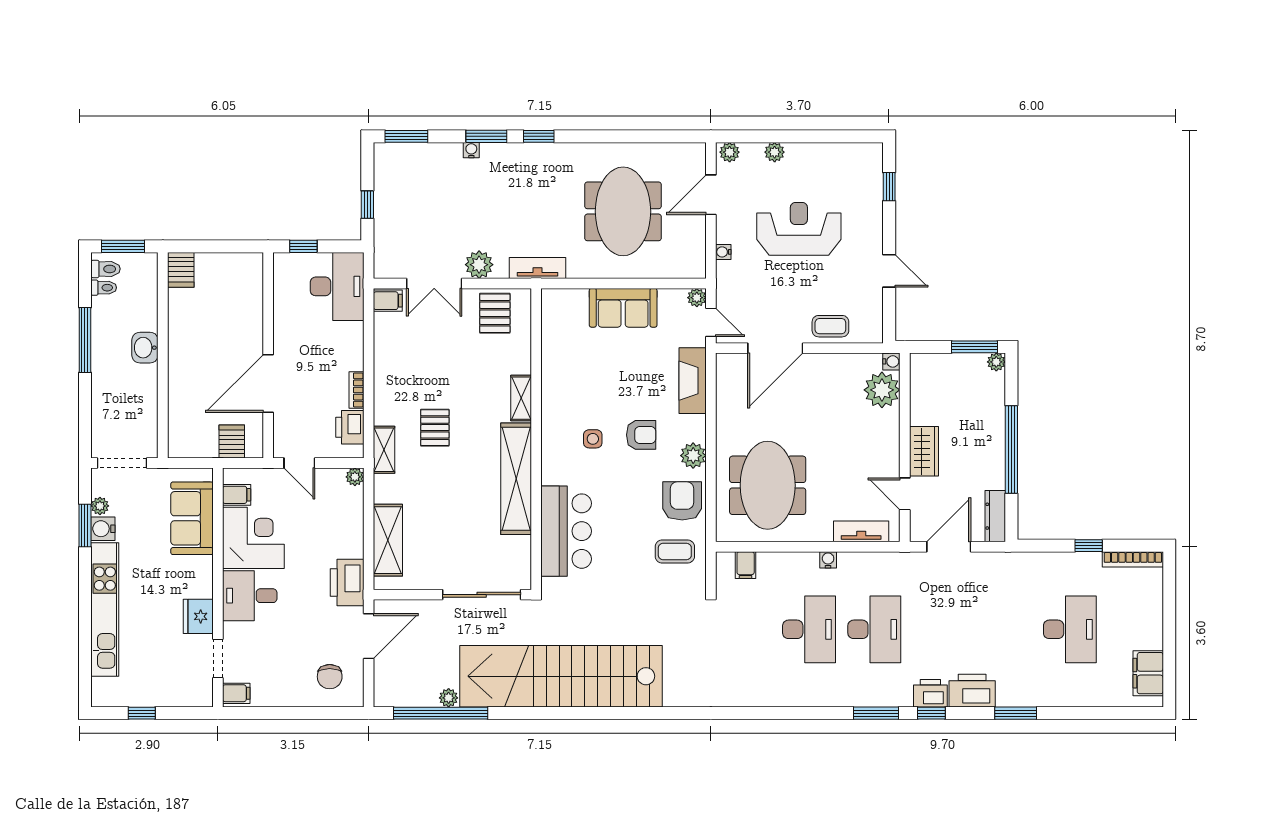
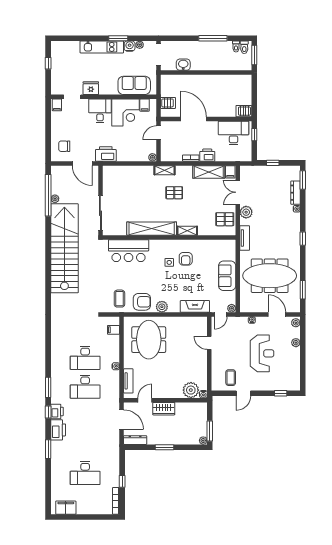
window: (486, 136) -> (303, 290), moved
dresser: (435, 153) -> (296, 193), added
meeting table: (623, 211) -> (270, 276), width x1.36
server rack: (181, 270) -> (244, 111), moved
desk: (337, 286) -> (233, 133), moved, turned 180
coffee table: (830, 326) -> (231, 378), moved
washbasin: (145, 348) -> (183, 65), moved
door: (775, 348) -> (209, 343), width x0.53
printer: (350, 427) -> (207, 155), moved
armchair: (641, 435) -> (186, 259), moved
window: (1011, 450) -> (165, 447), width x0.47
meeting table: (768, 485) -> (149, 340), turned 90
window: (85, 525) -> (118, 38), moved
shelving: (388, 540) -> (209, 172), moved
kitchen unit: (105, 609) -> (102, 47), width x0.73

